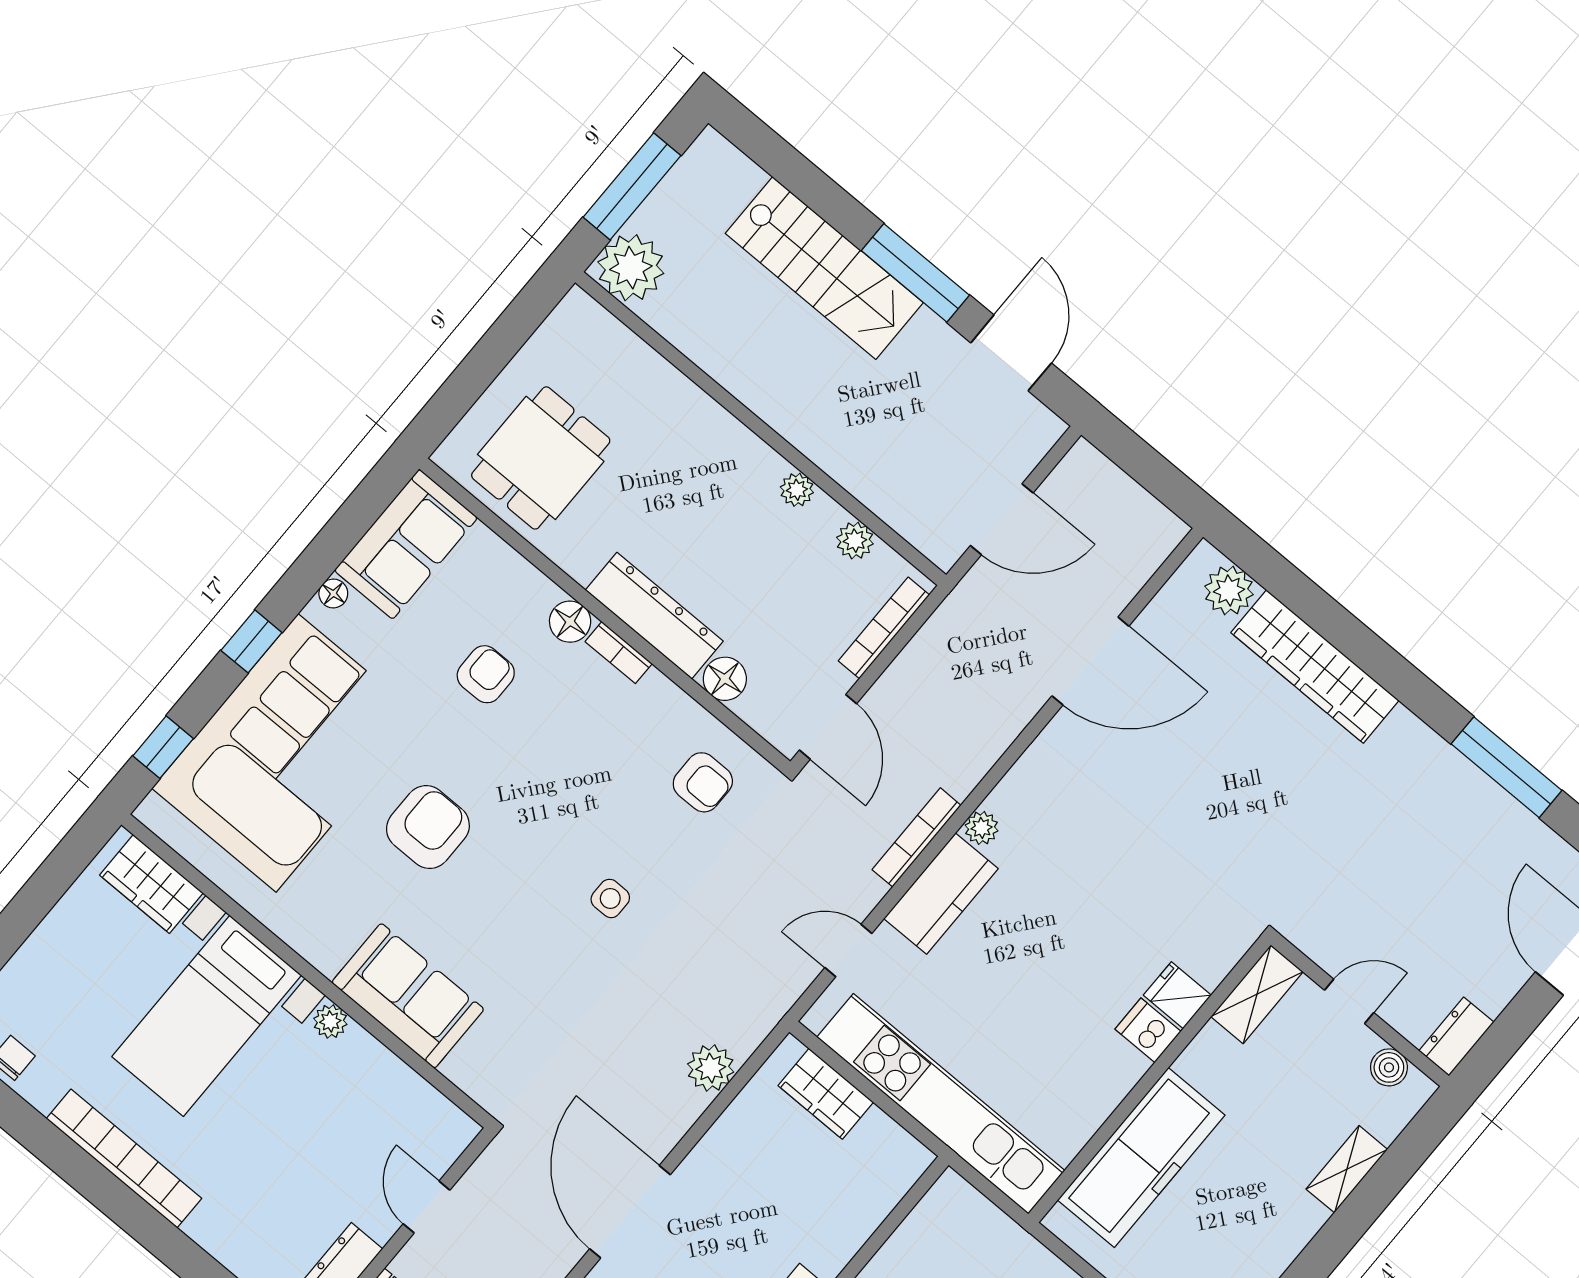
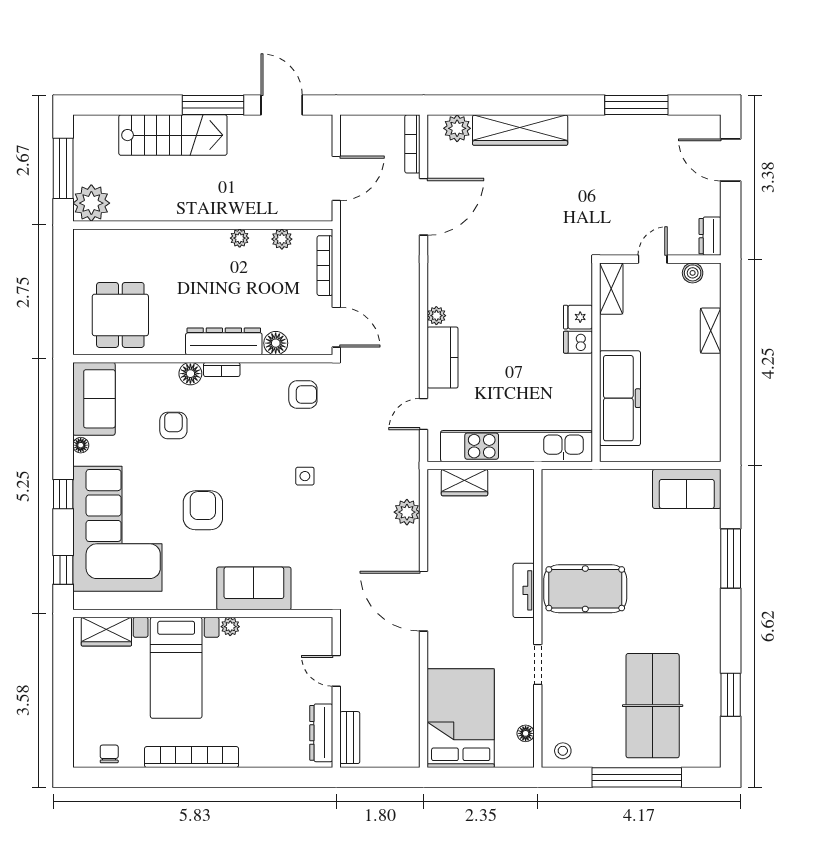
bookcase: (917, 837) -> (412, 144), moved

